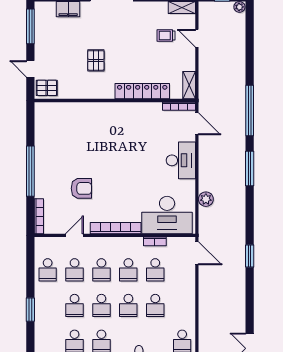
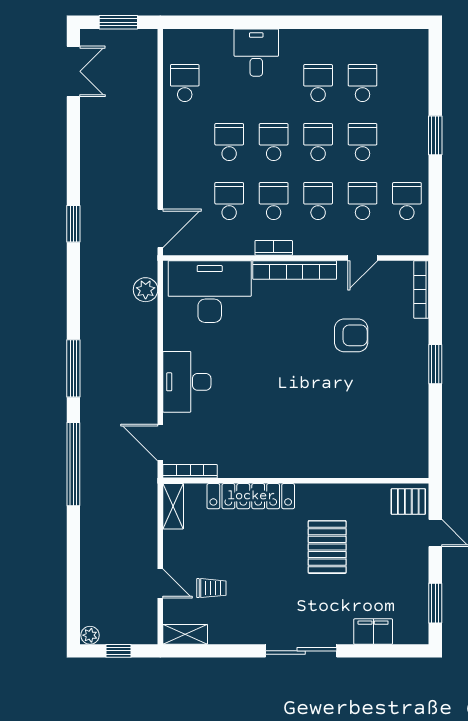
window: (30, 26) -> (435, 603), width x0.69
pallet: (96, 60) -> (327, 547), width x1.50, depth x1.42
window: (30, 171) -> (435, 364), width x0.47
armchair: (81, 188) -> (351, 335), turned 180
plant: (206, 199) -> (146, 290), moved
bookcase: (155, 241) -> (274, 248), moved
door: (197, 253) -> (160, 228), swing flipped

